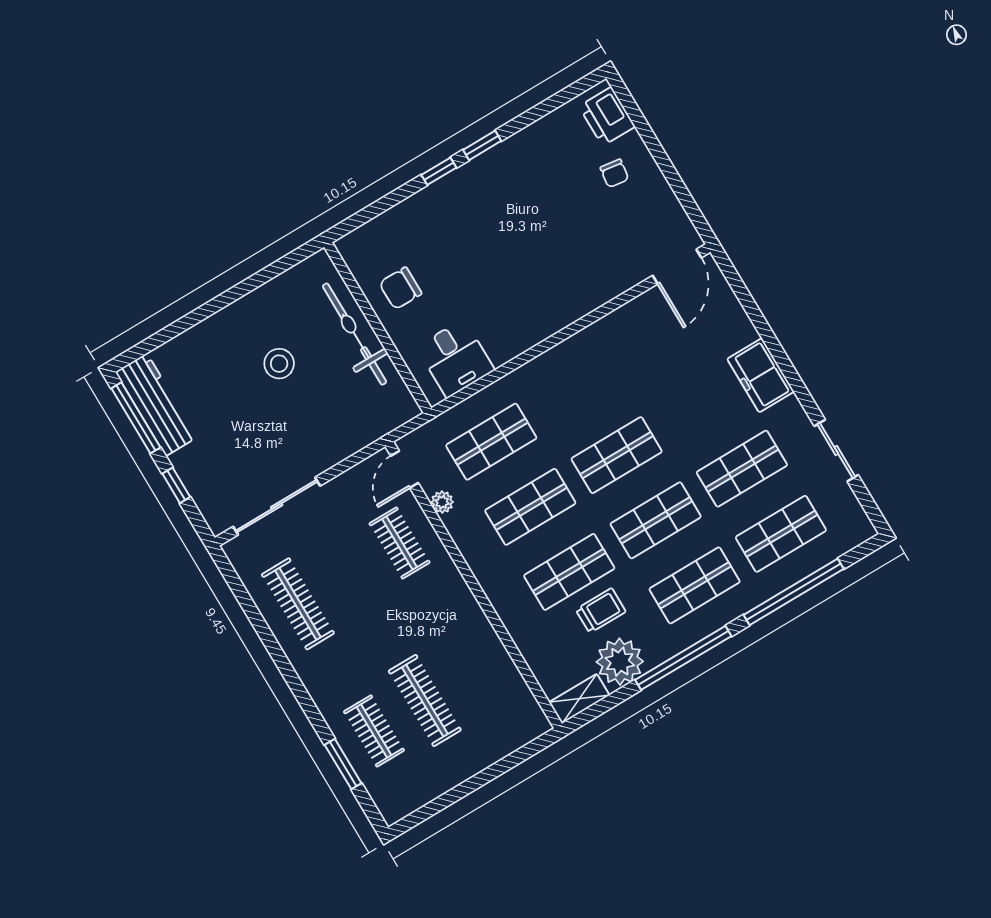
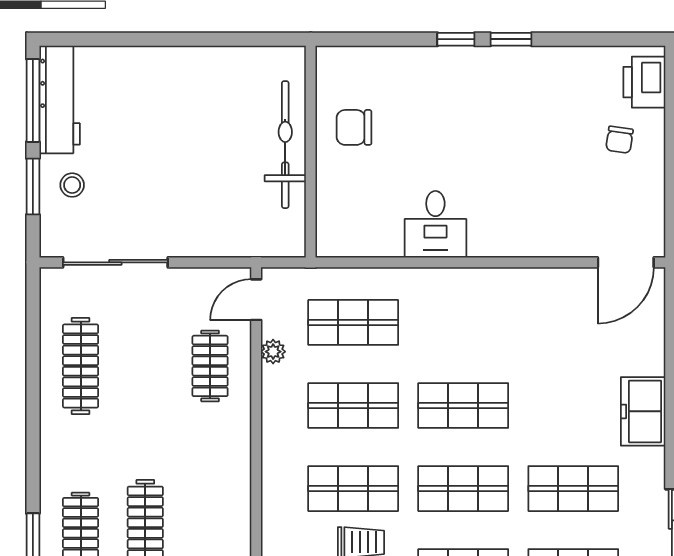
desk: (455, 358) -> (435, 224), moved
stool: (279, 364) -> (72, 185), moved, width x0.73, depth x0.73
window: (176, 485) -> (33, 186), width x1.50

